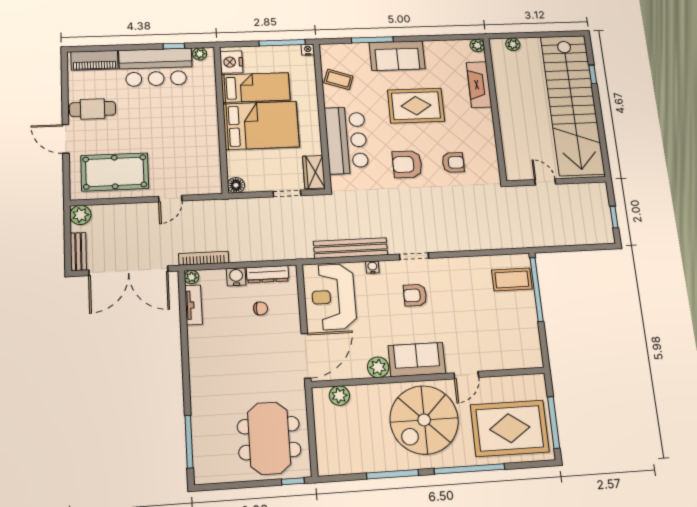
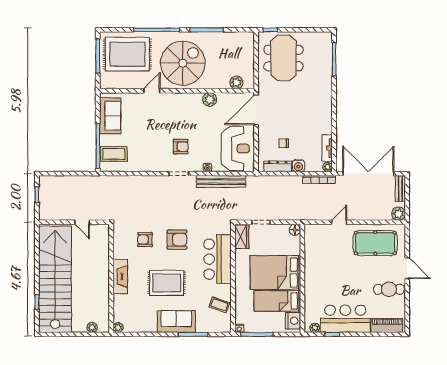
fireplace: (479, 85) -> (120, 276), moved
sofa: (417, 360) -> (110, 116), moved, turned -90

